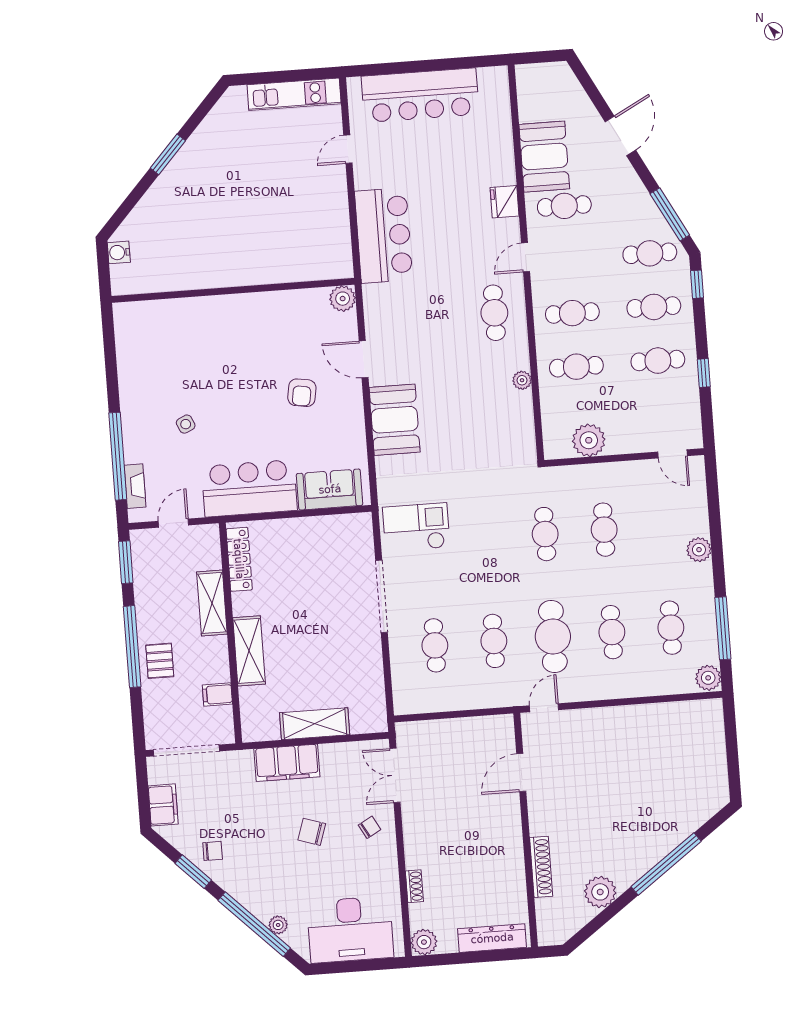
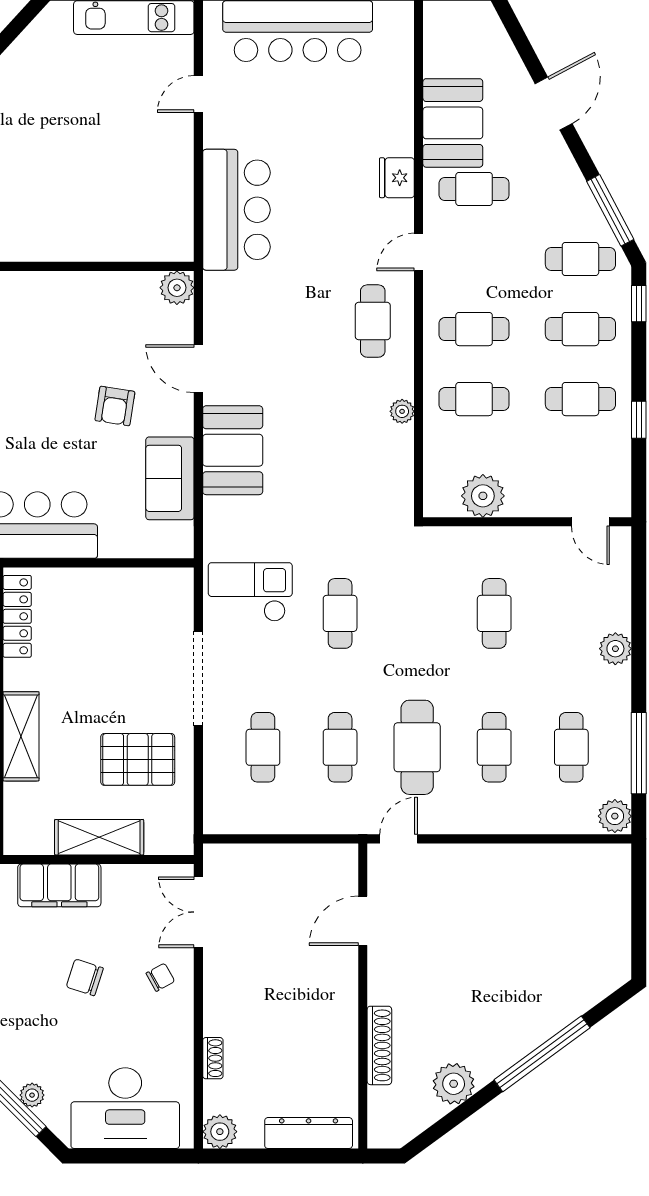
sofa: (330, 489) -> (170, 478), moved, turned -90
cafe table: (545, 534) -> (340, 613), moved
pallet: (340, 662) -> (138, 759), added

